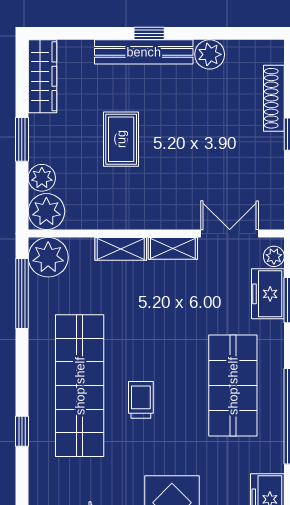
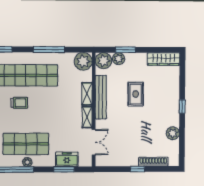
bench: (144, 52) -> (101, 97), moved
window: (22, 139) -> (126, 50), moved
rug: (121, 139) -> (136, 94), turned 90
plant: (274, 256) -> (27, 162), moved
window: (22, 294) -> (49, 49), moved

